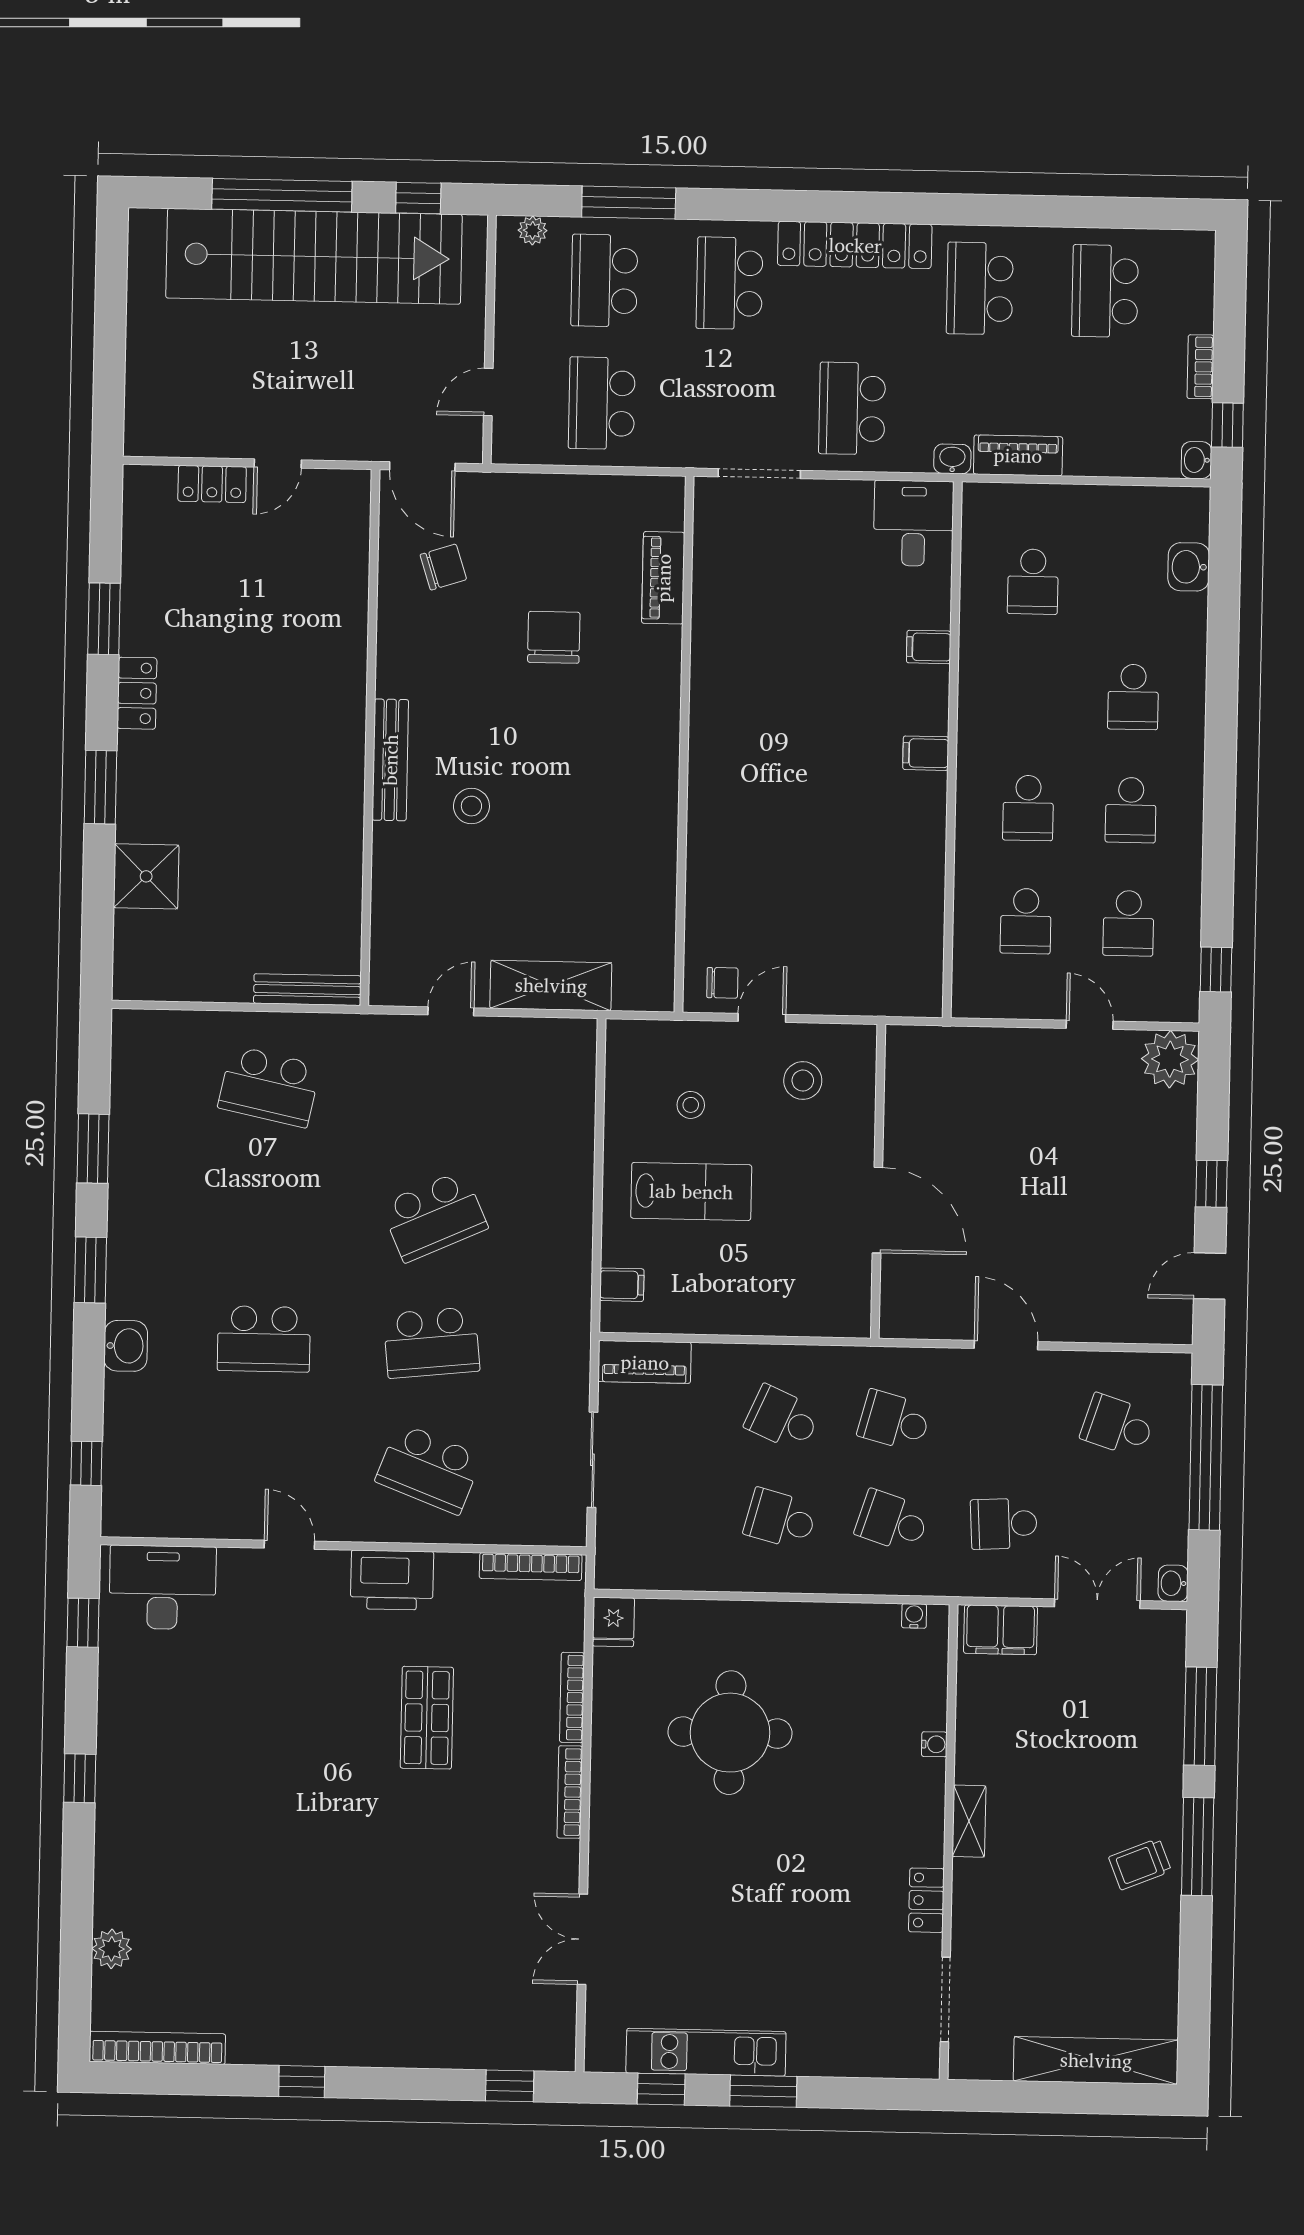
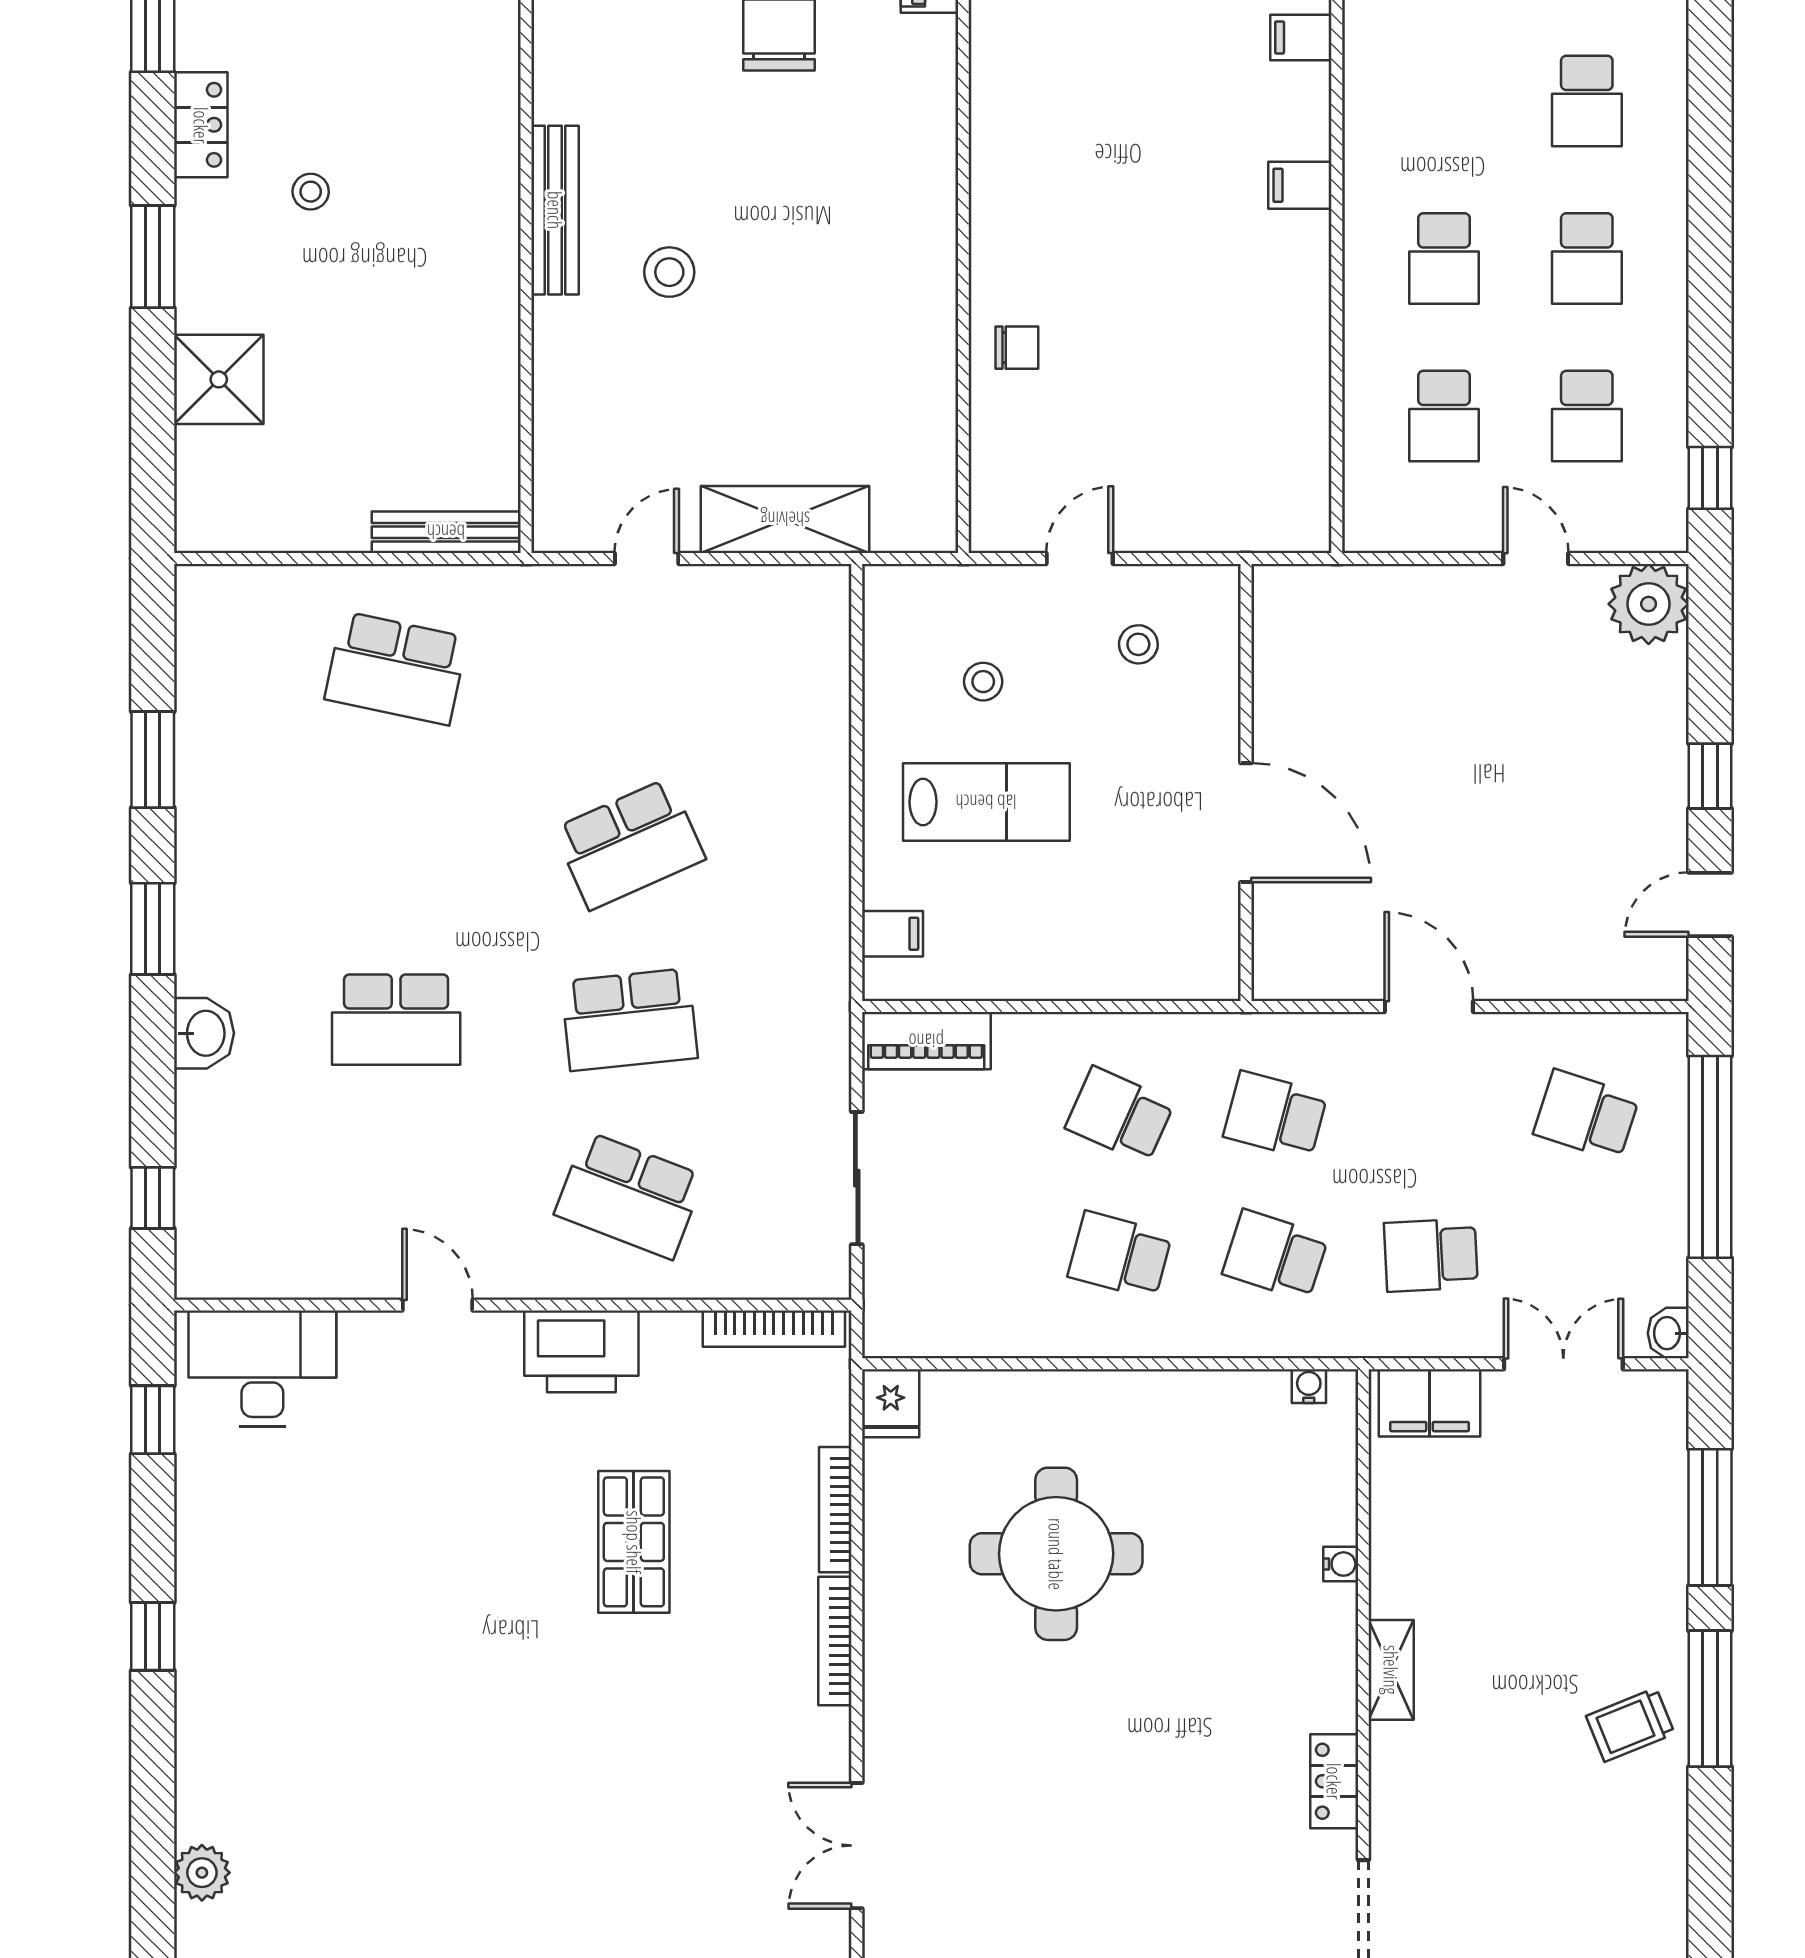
stool: (215, 743) -> (311, 192), added
chair: (722, 983) -> (1017, 348), moved
stool: (803, 1081) -> (1138, 644), width x0.73, depth x0.73

